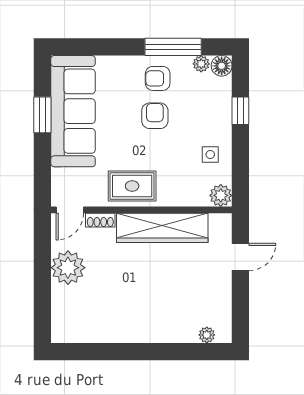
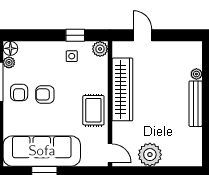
window: (240, 111) -> (75, 35), moved
shoe rack: (100, 220) -> (117, 132), removed
bench: (142, 334) -> (196, 104), added
plant: (207, 335) -> (196, 74), moved

